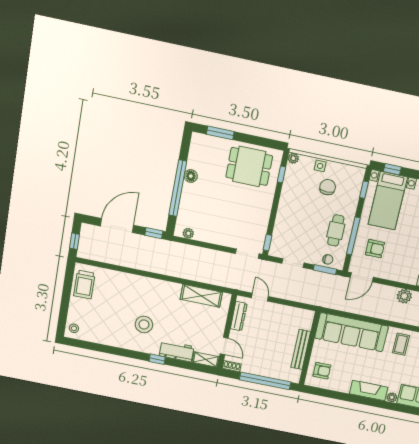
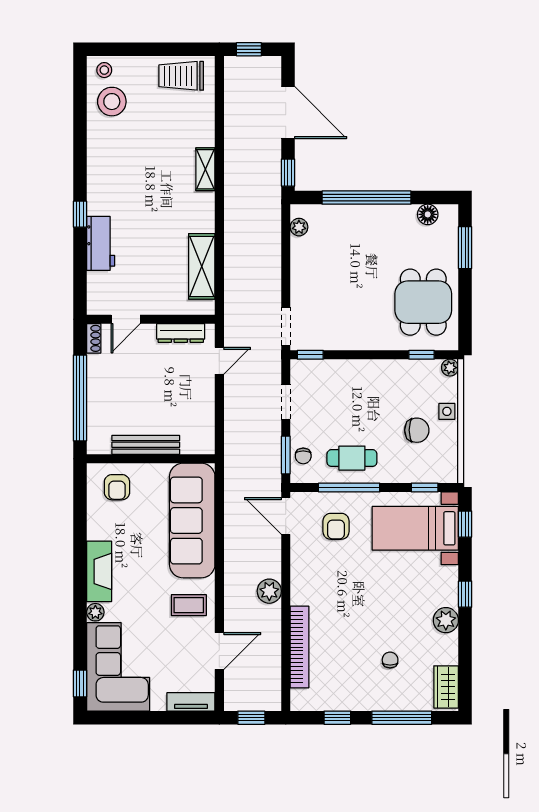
floor lamp: (191, 176) -> (428, 214), moved
stool: (144, 324) -> (112, 102), moved
shelving: (206, 360) -> (205, 169), moved

